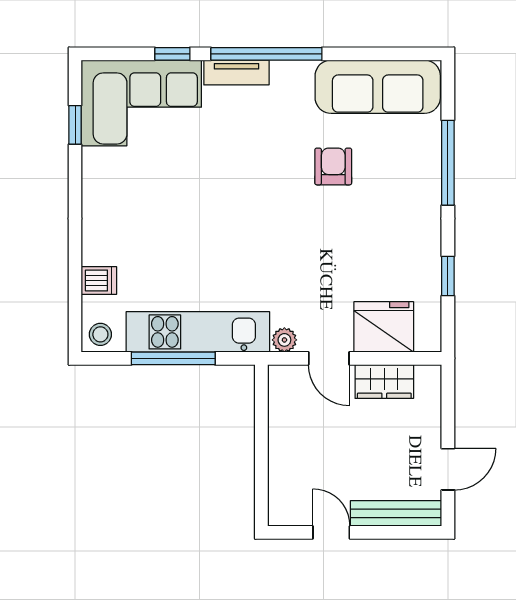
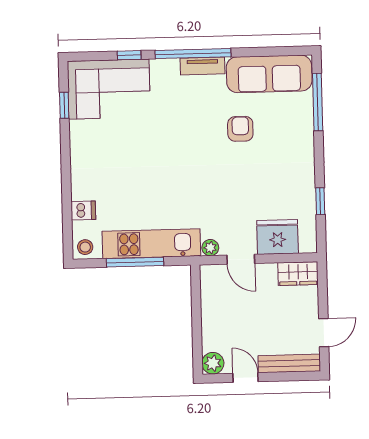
tv unit: (236, 72) -> (202, 66), moved
window: (448, 163) -> (318, 102), moved
wardrobe: (384, 382) -> (298, 274), moved
plant: (284, 510) -> (213, 363), added

